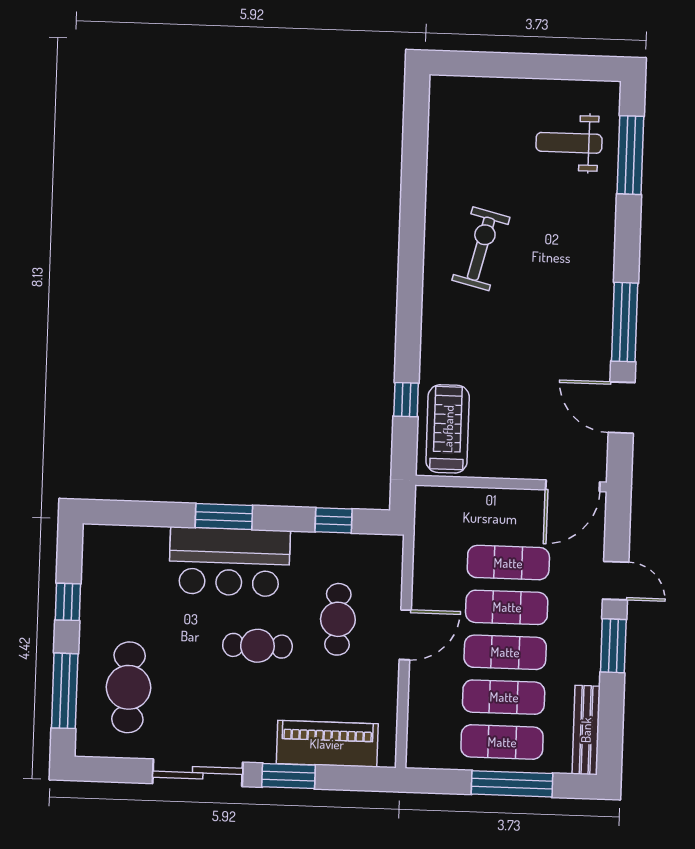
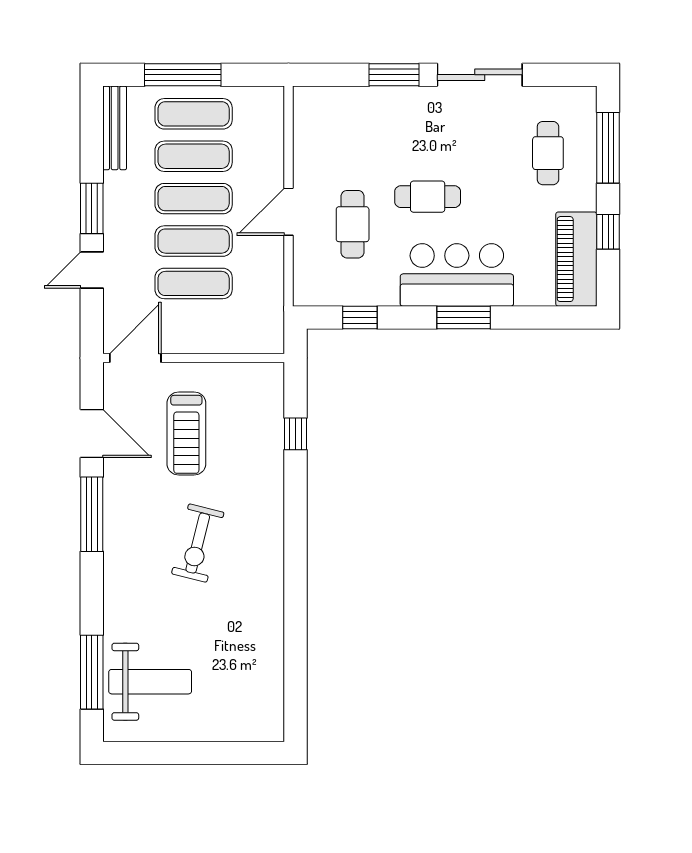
weight bench: (569, 143) -> (150, 682), width x1.36, depth x1.33
exercise bike: (481, 249) -> (198, 543), moved
treadmill: (448, 429) -> (186, 434), moved
door: (616, 581) -> (92, 270), hinge flipped
cafe table: (129, 687) -> (548, 153), width x0.73, depth x0.74
piano: (327, 744) -> (576, 259), moved, turned 90

